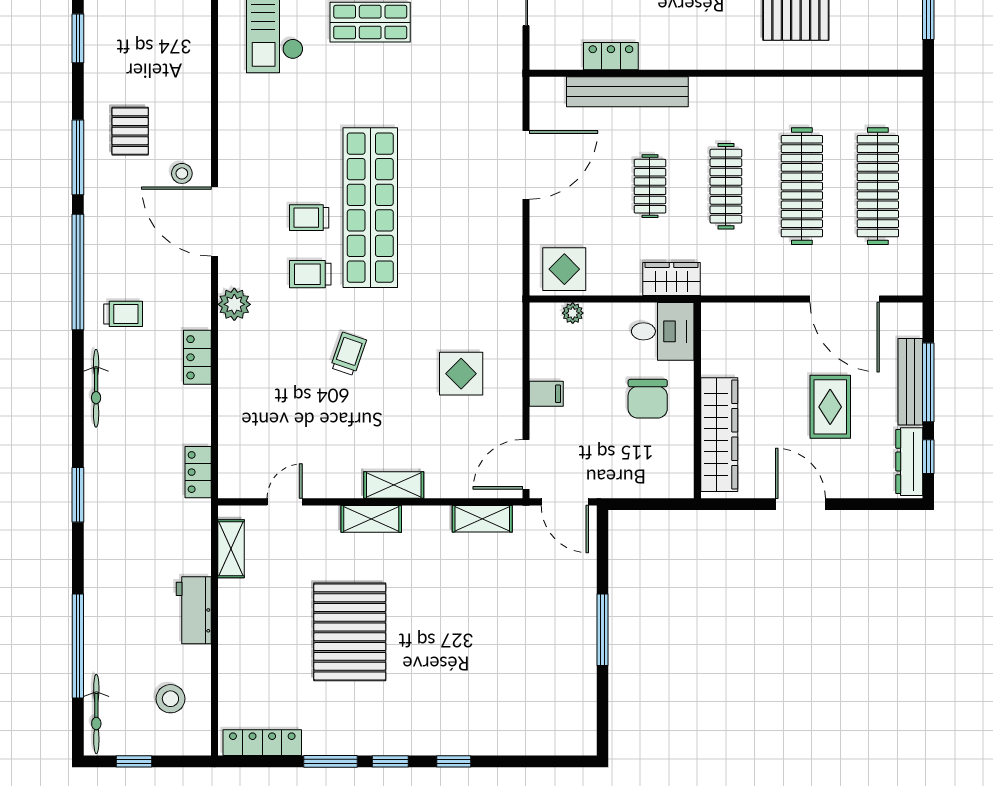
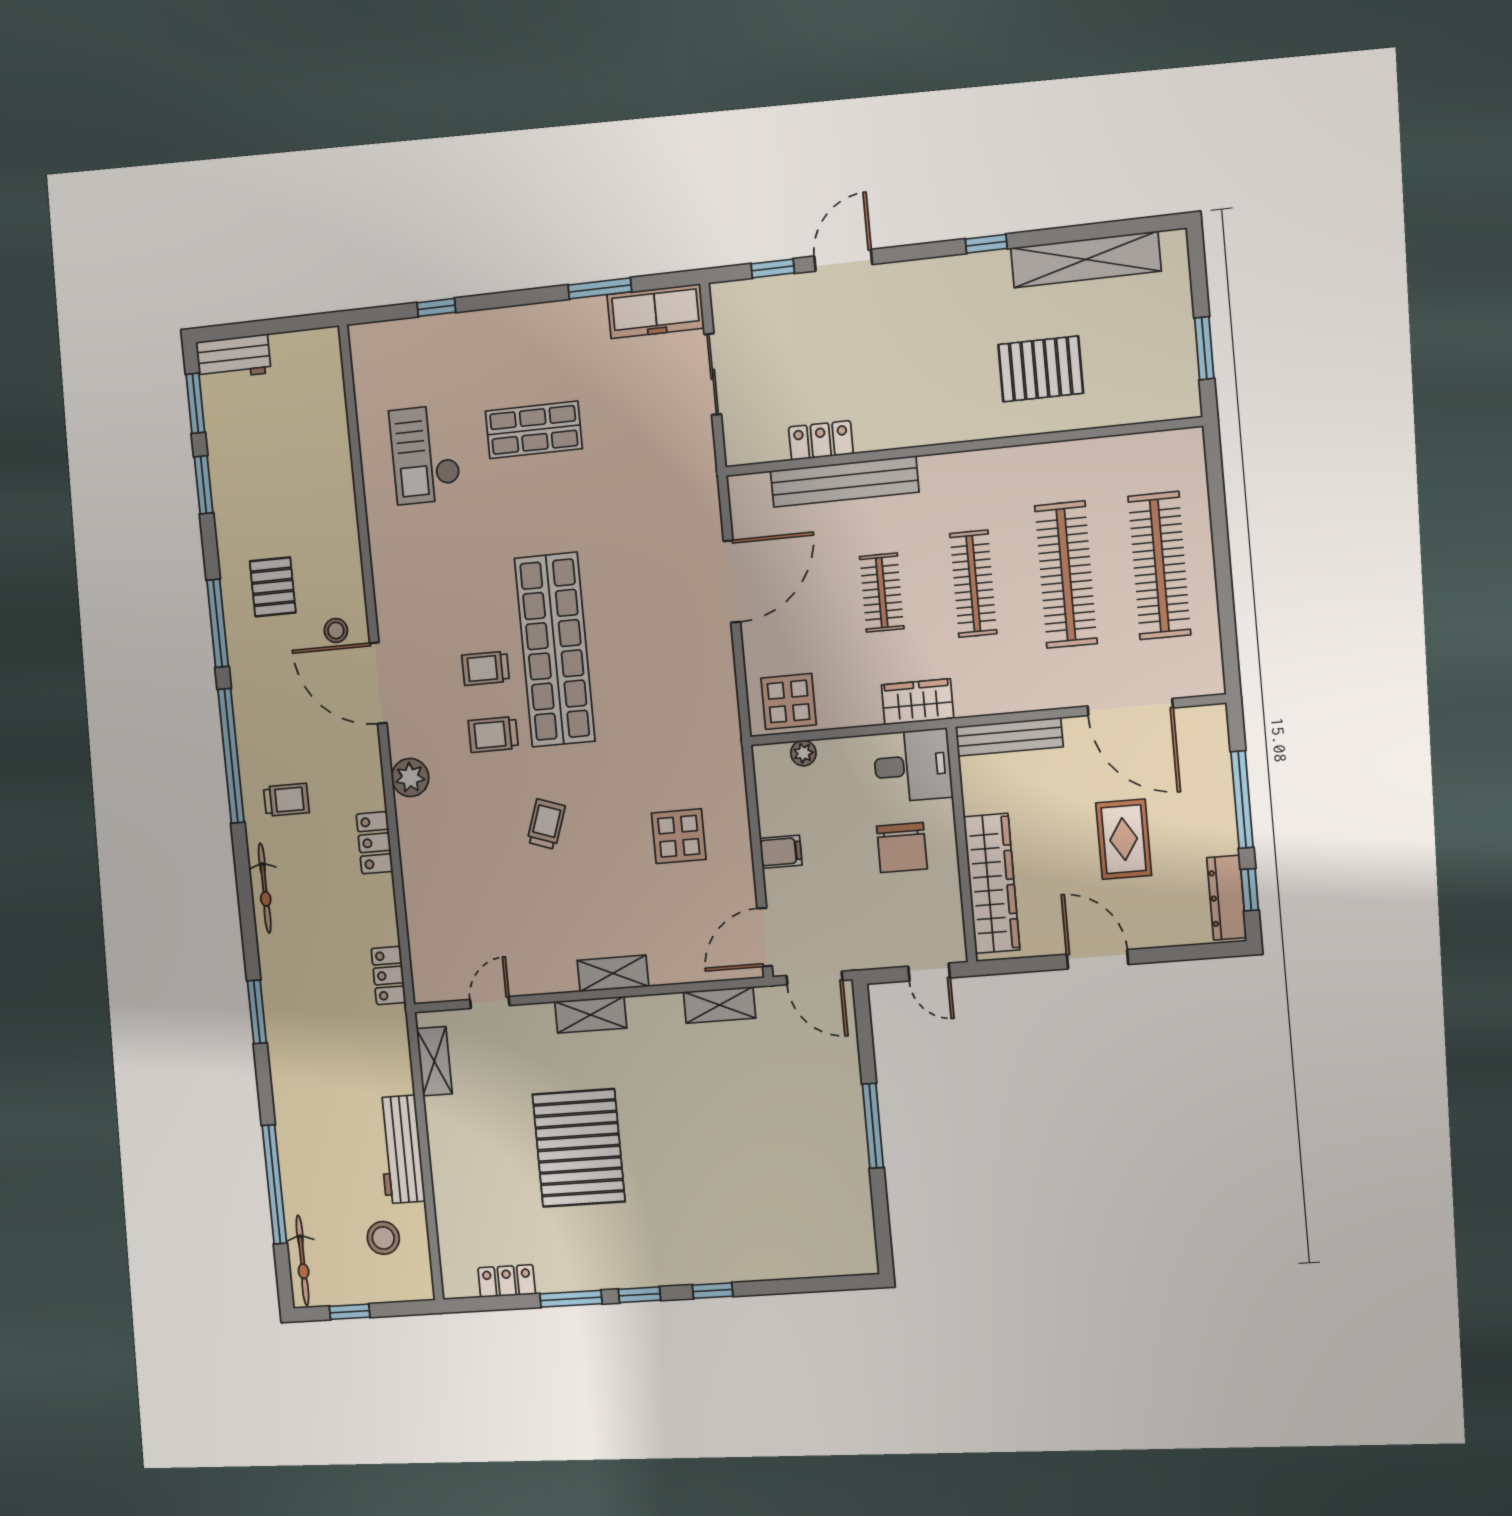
bench: (910, 382) -> (1009, 737), moved, turned 90
door: (661, 504) -> (929, 972), added
workbench: (194, 610) -> (401, 1149), width x1.38
locker: (262, 743) -> (507, 1281), width x0.66

